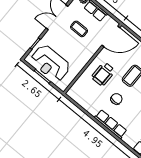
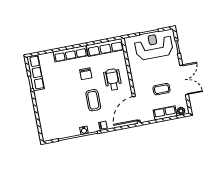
row of seats: (83, 101) -> (105, 47), added

